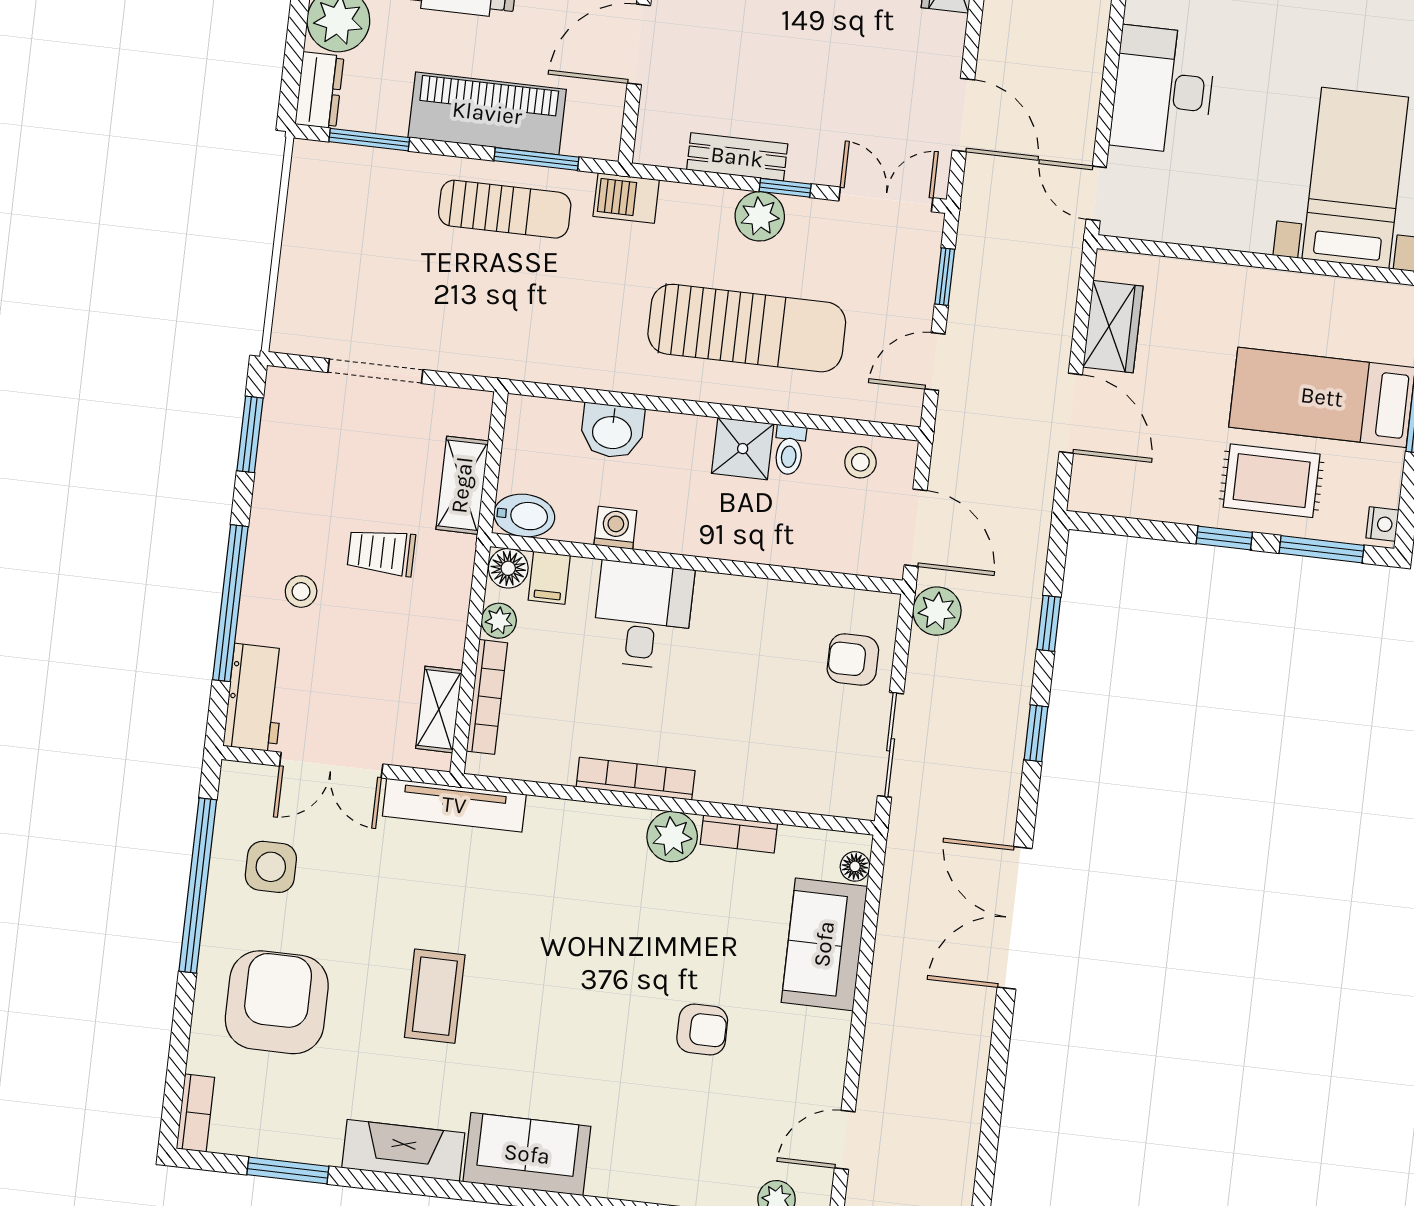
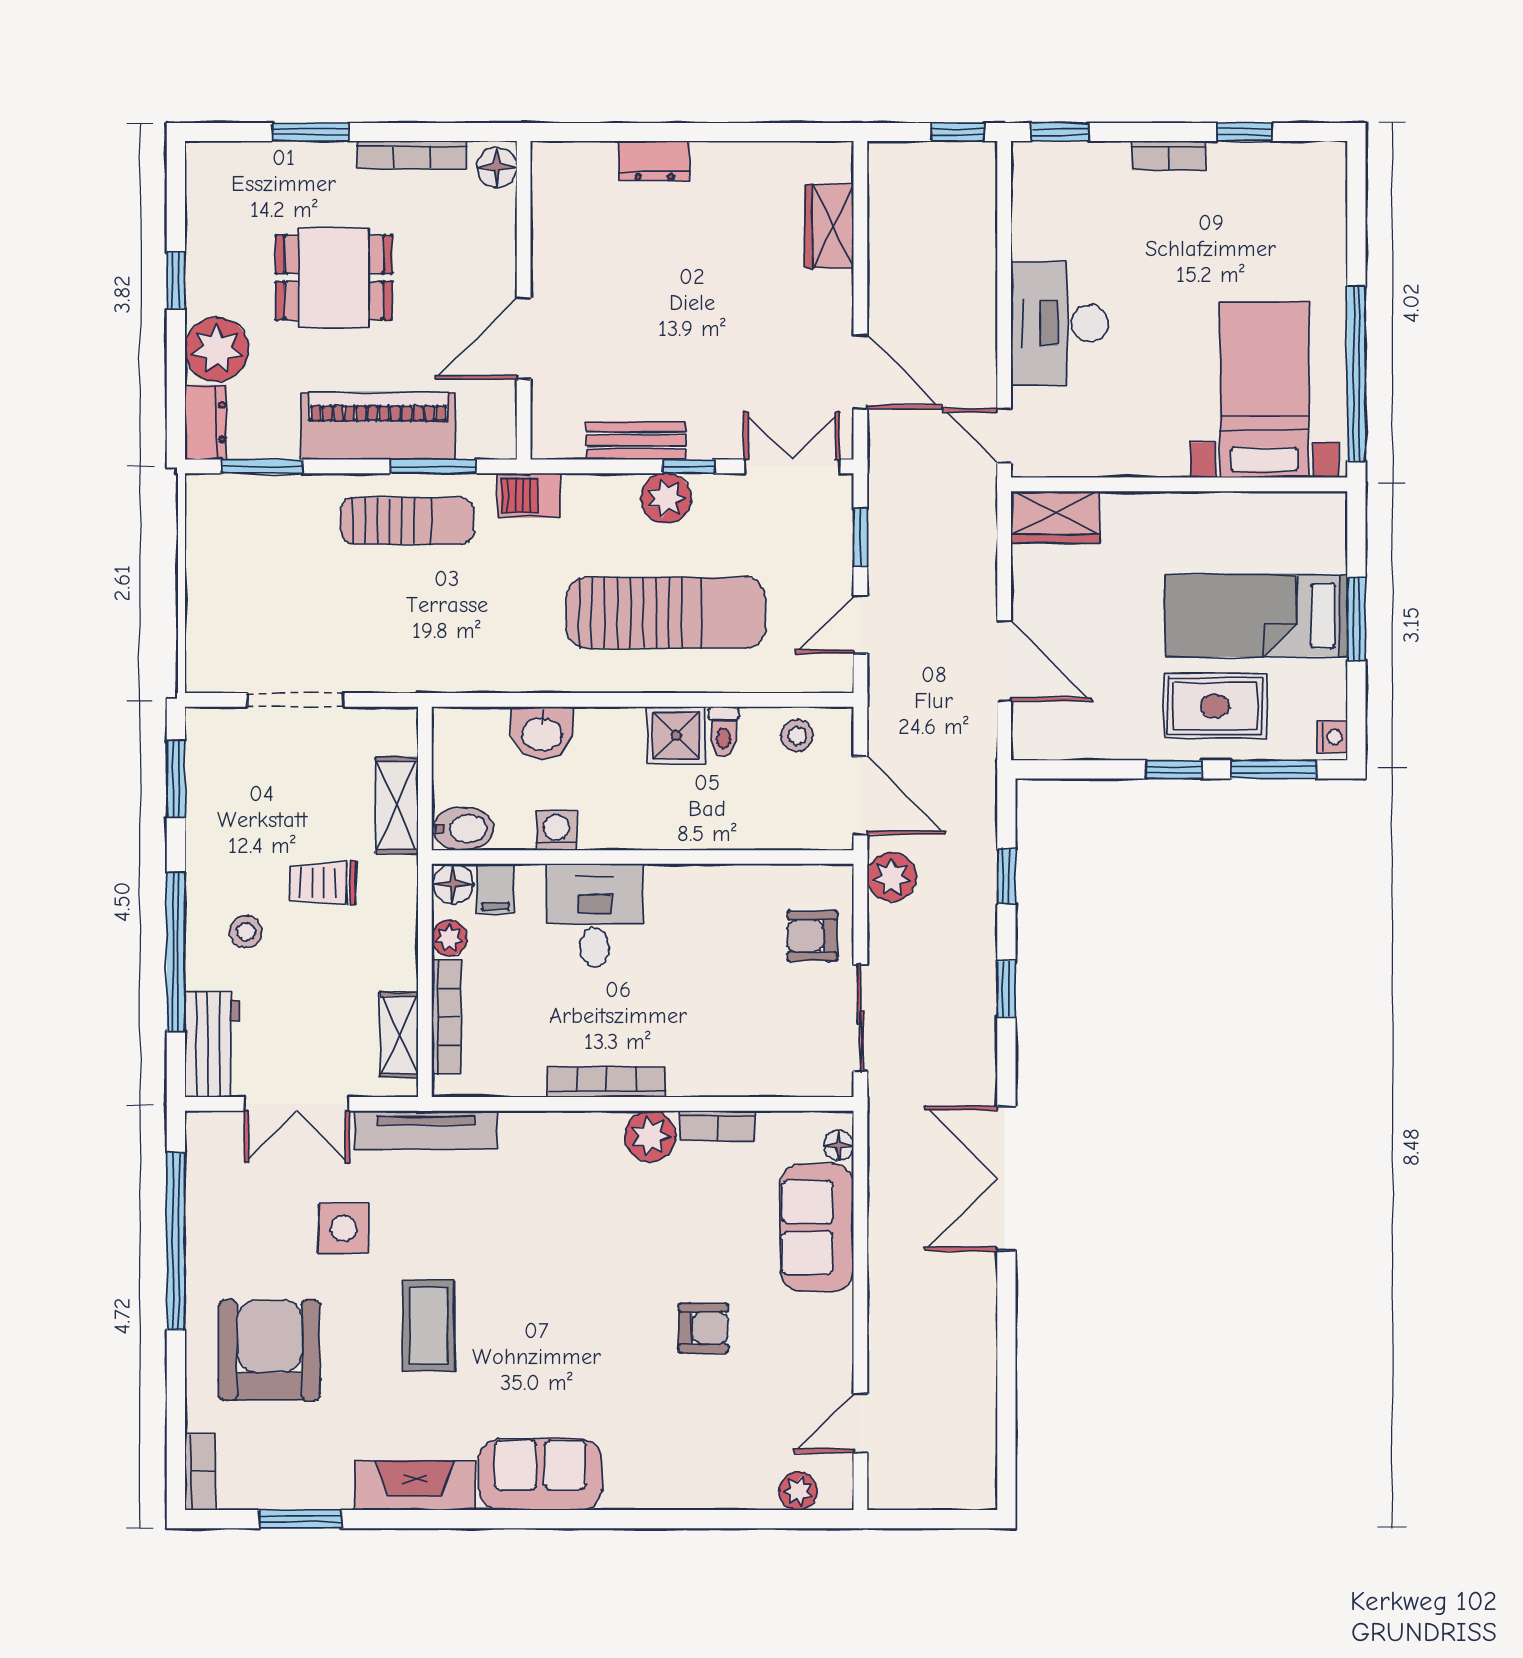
wardrobe: (1113, 327) -> (1055, 517), moved, turned 90
side table: (271, 867) -> (344, 1228), moved

